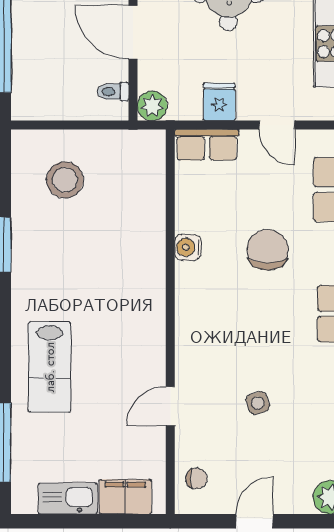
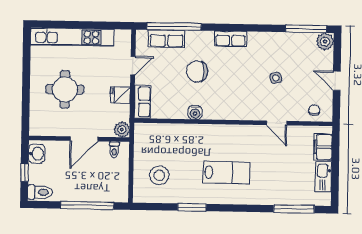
lab bench: (50, 367) -> (227, 173), moved

